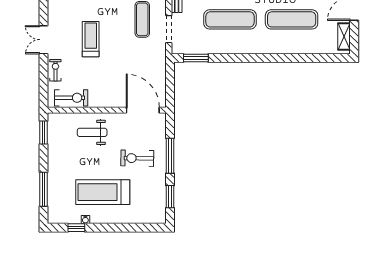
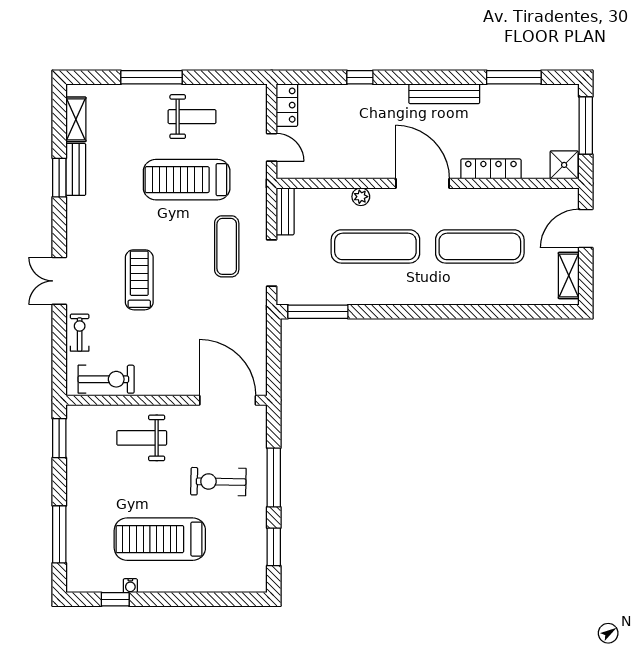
window: (196, 58) -> (318, 312), width x1.44

